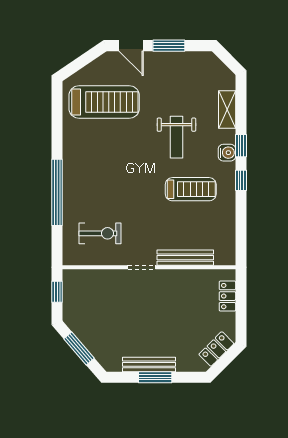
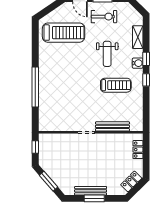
exercise bike: (100, 233) -> (104, 17), moved

